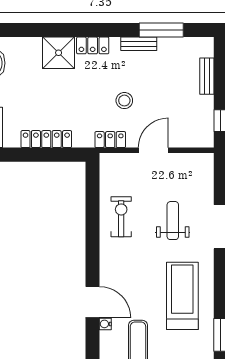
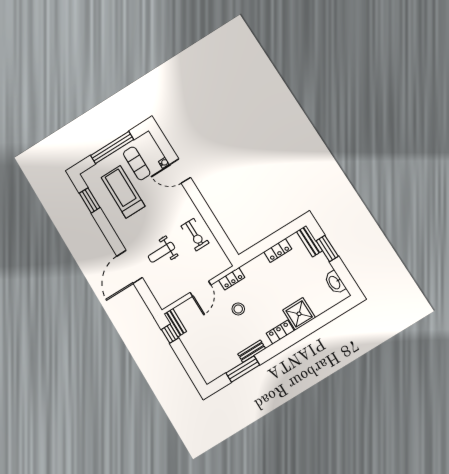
bench: (207, 76) -> (175, 323), moved
locker: (46, 139) -> (278, 250), width x0.66
weight bench: (173, 221) -> (161, 252), turned 90
treadmill: (182, 296) -> (123, 192), moved, turned 180

